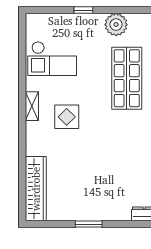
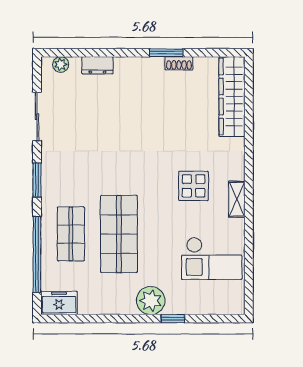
plant: (116, 25) -> (151, 301), moved
checkout: (52, 58) -> (212, 258), turned 180
shoe rack: (78, 215) -> (179, 63), added

